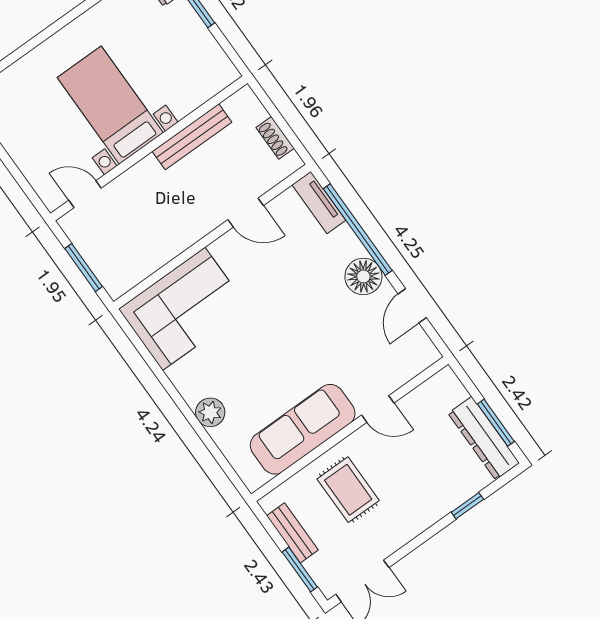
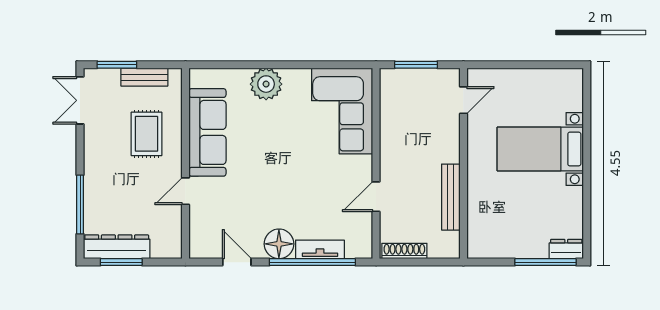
bed with nightstands: (110, 105) -> (540, 149), moved, turned 180
shoe rack: (275, 138) -> (404, 251), width x1.43
tv unit: (319, 203) -> (320, 249), moved
plant: (210, 412) -> (266, 84), width x1.36, depth x1.36
rug: (348, 490) -> (146, 134), turned 90
window: (467, 506) -> (80, 204), width x2.17

